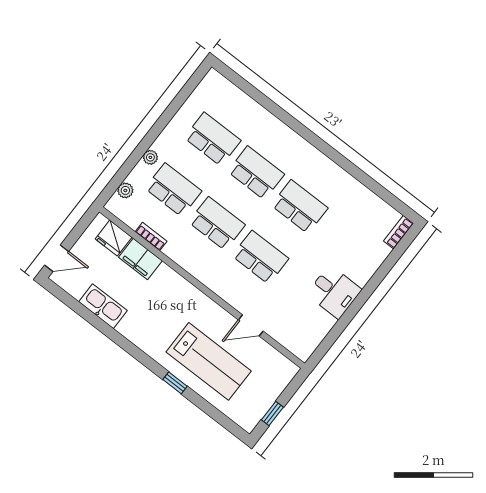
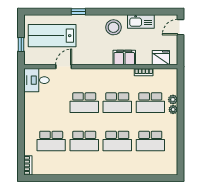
plant: (125, 190) -> (173, 100), moved
school desk: (343, 240) -> (51, 141), added
filing cabinet: (140, 259) -> (124, 58), moved
desk: (334, 292) -> (37, 80), moved
stool: (145, 326) -> (114, 27), added
lab bench: (209, 361) -> (52, 36), moved
window: (272, 413) -> (21, 44), moved

